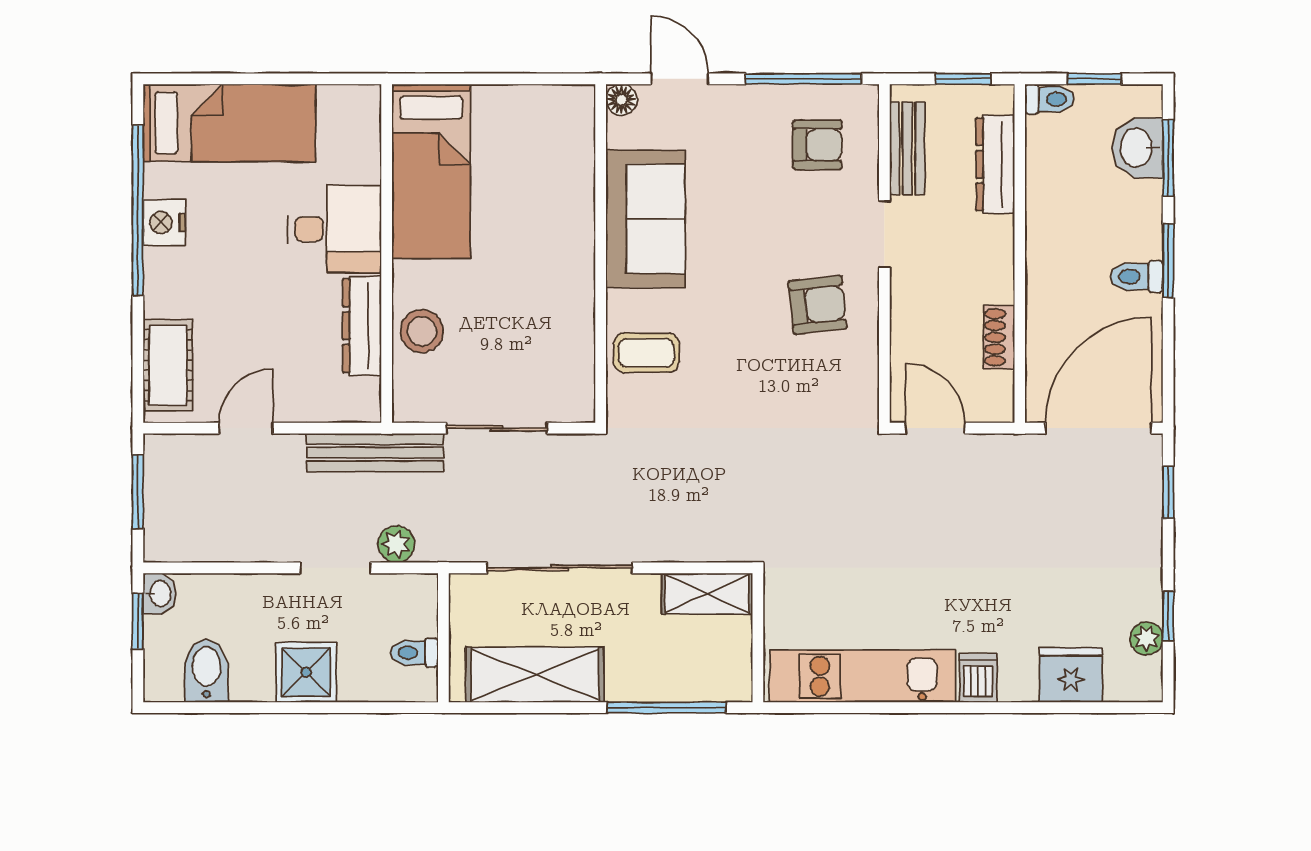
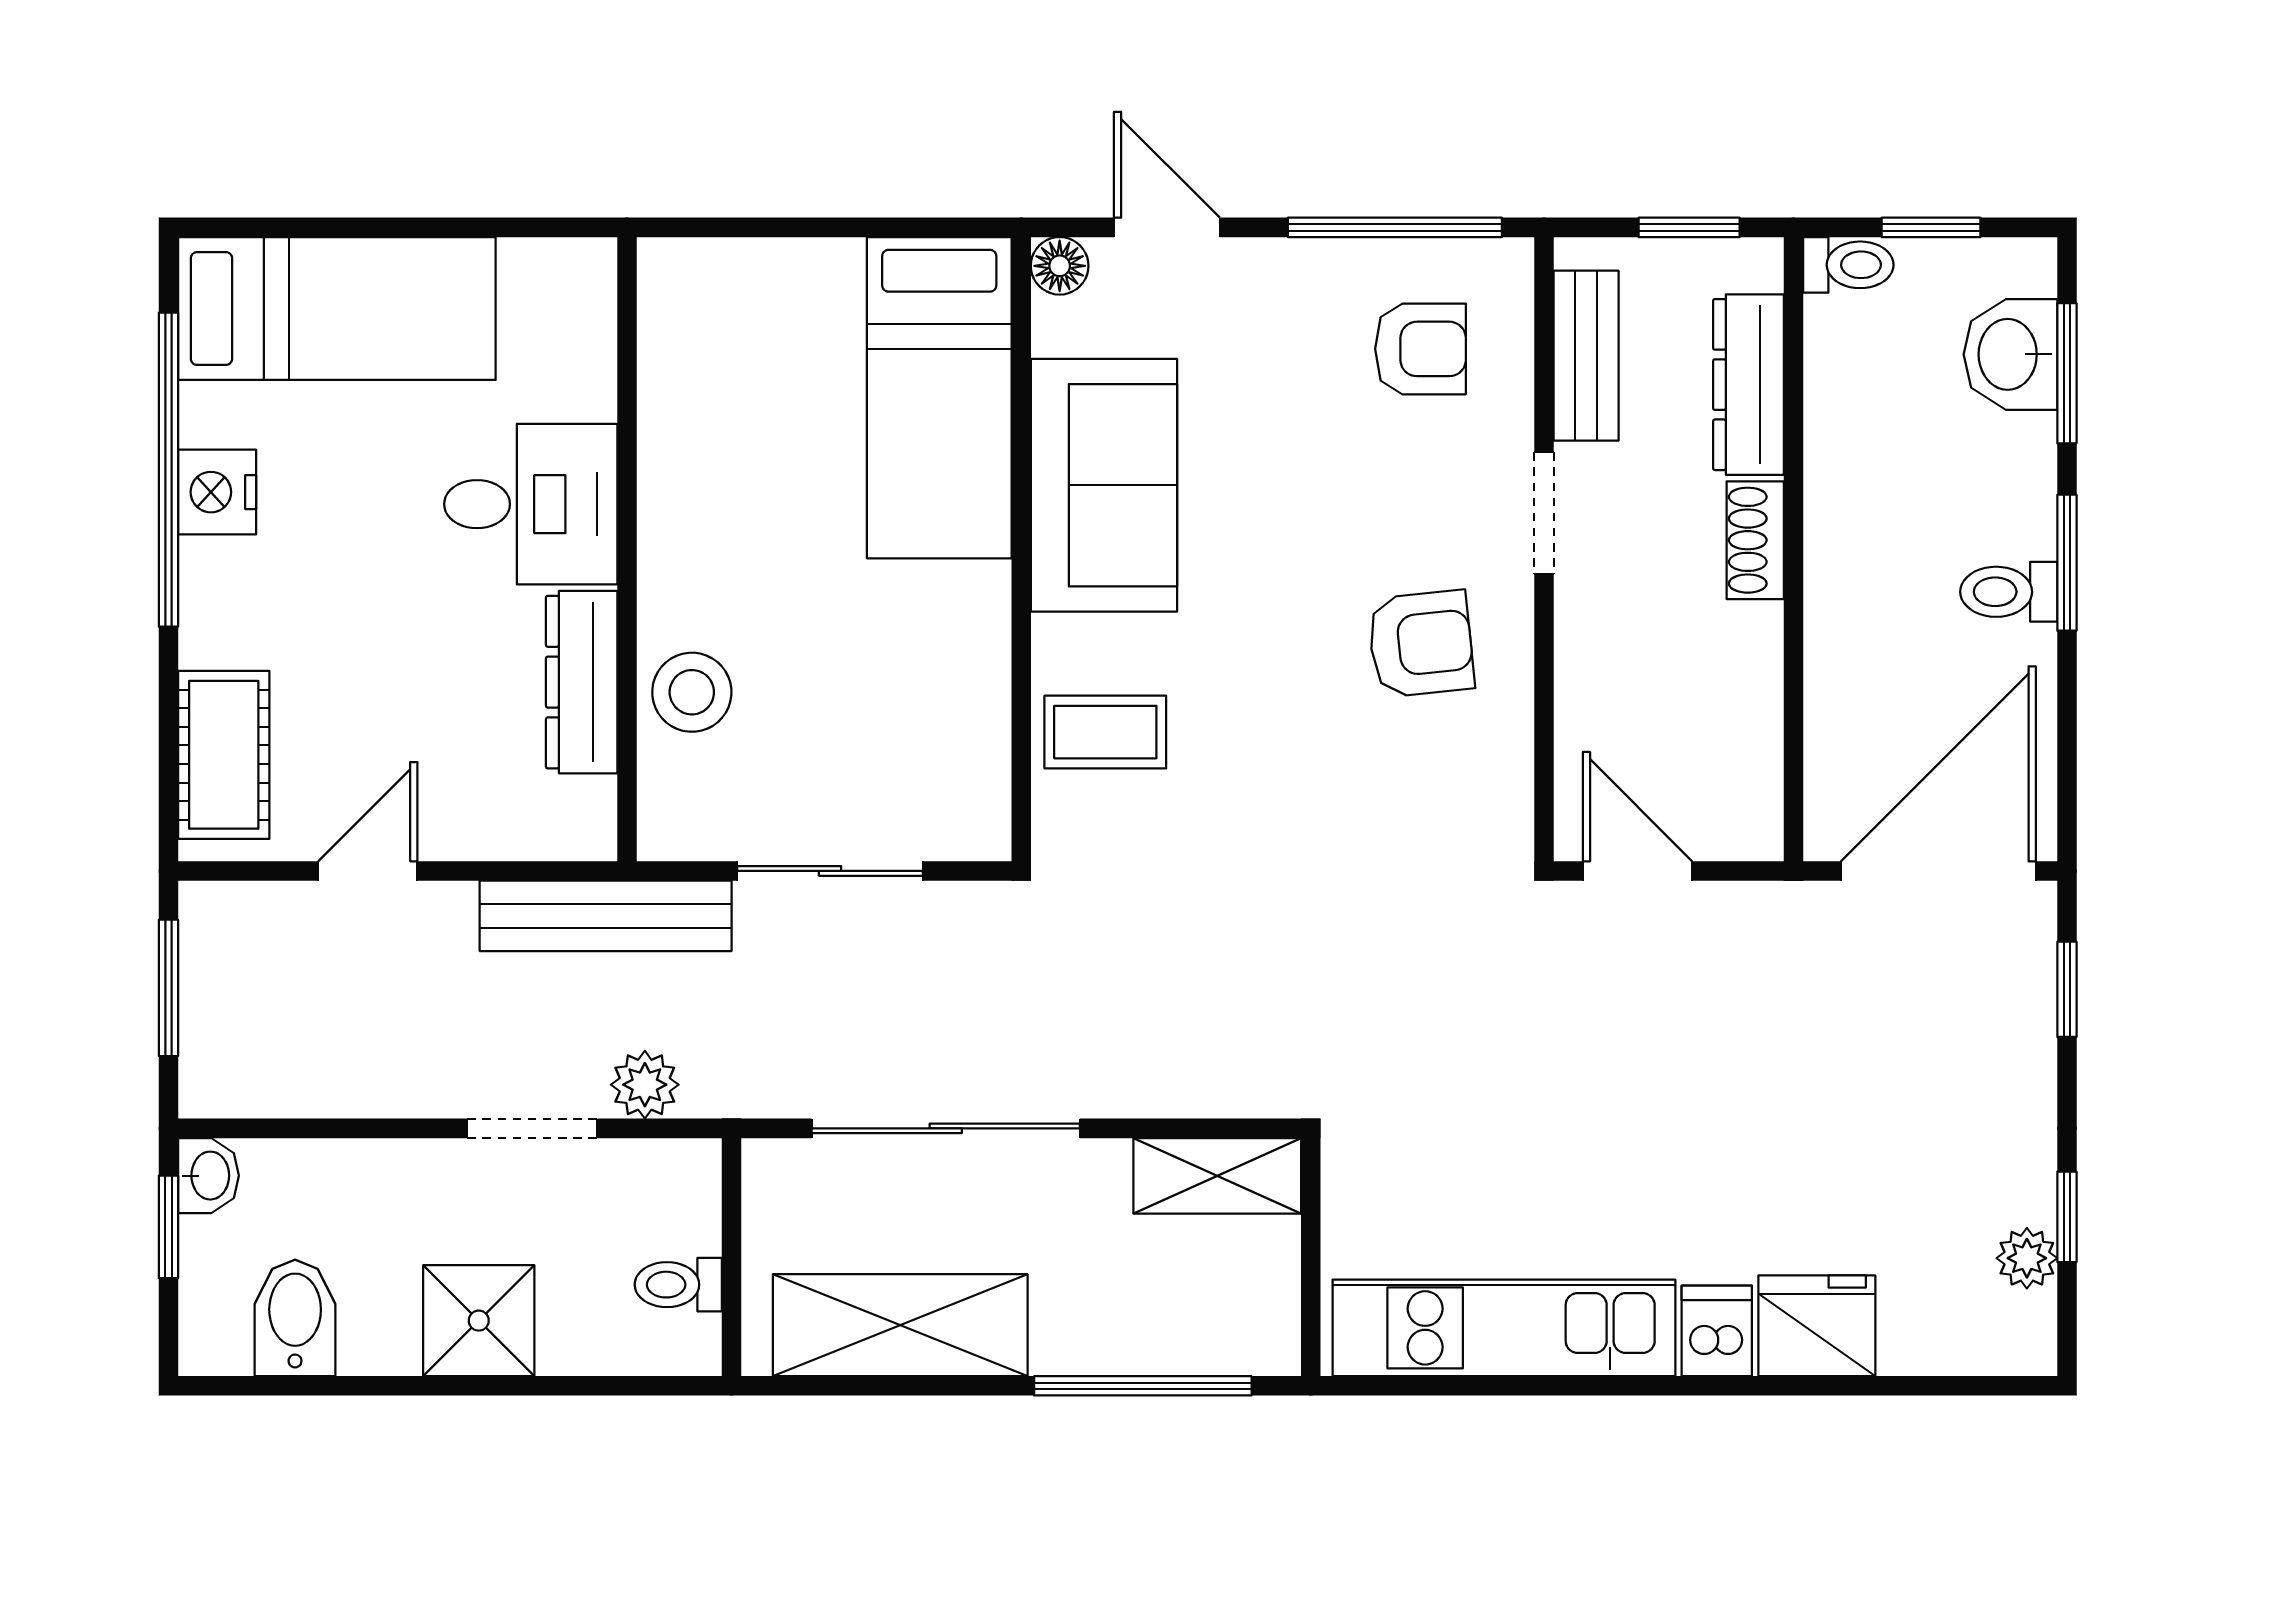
bed: (431, 171) -> (939, 398), moved
shoe rack: (999, 337) -> (1755, 540), moved
fridge: (1071, 675) -> (1817, 1326), moved

